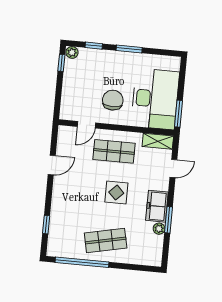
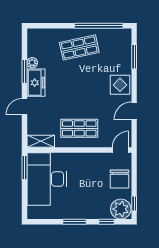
plant: (72, 52) -> (121, 209), width x1.87, depth x1.87
chair: (113, 100) -> (119, 179), moved
door: (86, 125) -> (121, 150), moved
door: (173, 168) -> (24, 107), moved
display table: (116, 193) -> (120, 85), moved
window: (46, 225) -> (134, 57), width x1.50

